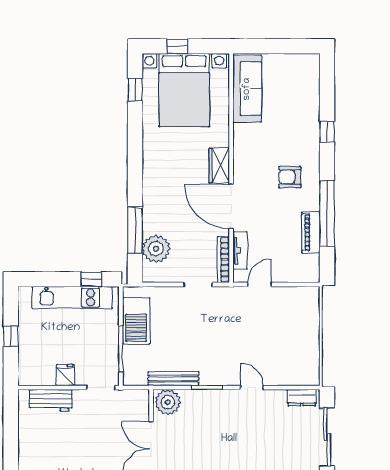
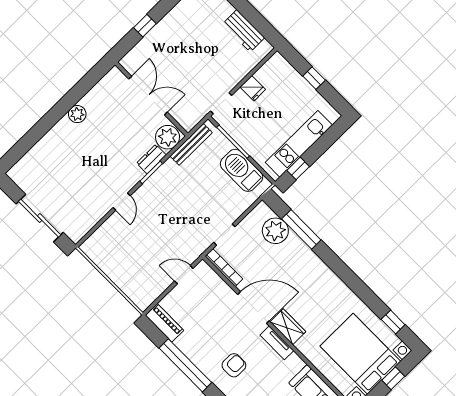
piano: (311, 232) -> (164, 323), moved
tv unit: (240, 251) -> (277, 343), moved
door: (260, 284) -> (184, 275), swing flipped
bench: (173, 379) -> (191, 144), moved
door: (252, 388) -> (122, 202), hinge flipped
dresser: (302, 398) -> (151, 159), moved
workbench: (51, 400) -> (244, 31), moved, turned -90

